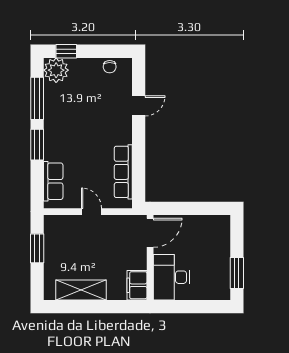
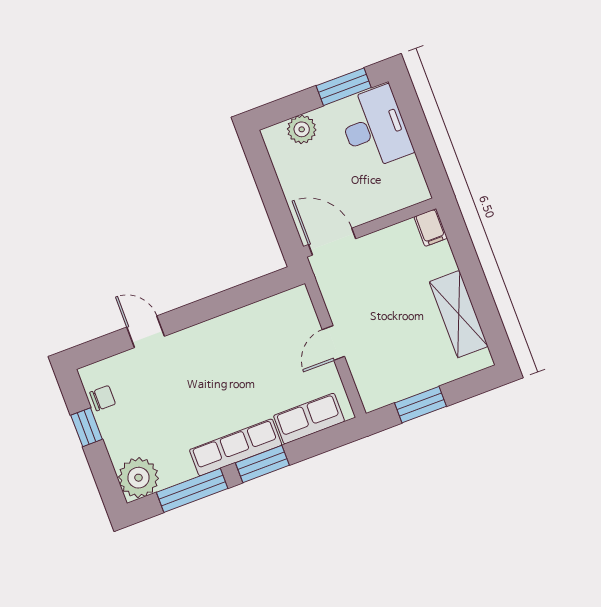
window: (66, 51) -> (87, 427), moved
row of seats: (123, 172) -> (236, 447), moved, turned 180
plant: (221, 240) -> (302, 129), added
desk: (171, 277) -> (375, 128), moved, turned -90
filing cabinet: (137, 285) -> (431, 228), width x0.50

